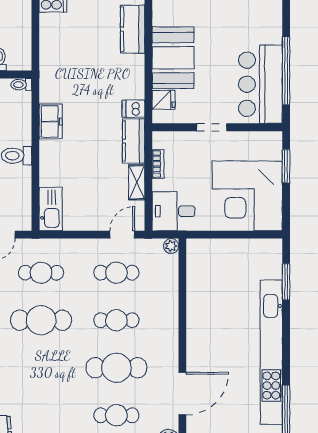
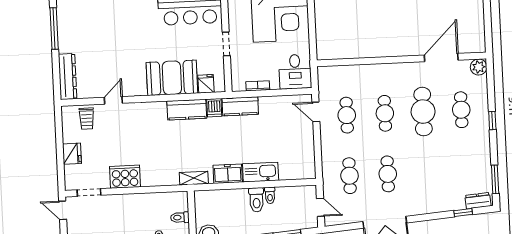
kitchen counter: (133, 29) -> (187, 110), moved
toilet: (21, 85) -> (270, 195), moved
shelving: (137, 182) -> (194, 178), moved
kitchen sink: (51, 209) -> (261, 172), moved
plant: (171, 246) -> (323, 72), removed
cafe table: (41, 320) -> (388, 174), width x0.73, depth x0.74
door: (182, 394) -> (441, 58), hinge flipped

